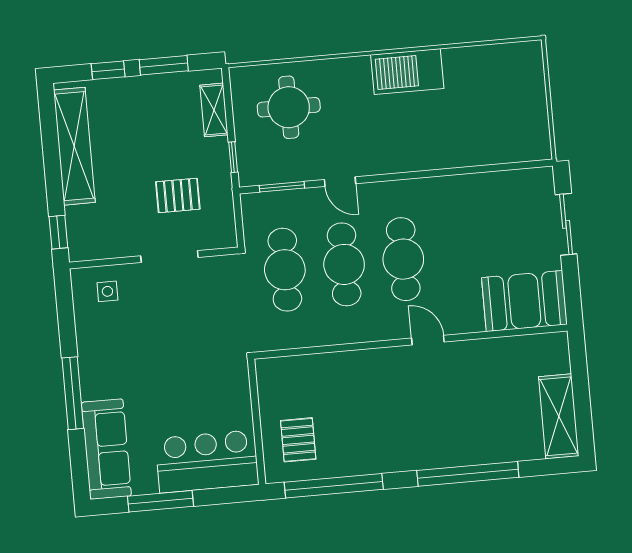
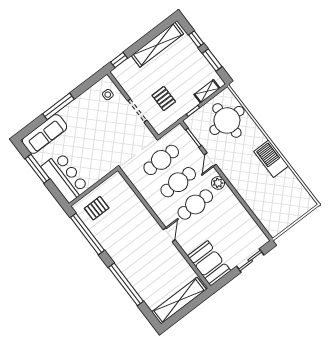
round table: (289, 107) -> (227, 120), width x1.36, depth x1.36
plant: (390, 194) -> (218, 183), added
shelving: (559, 416) -> (179, 301), width x1.47

